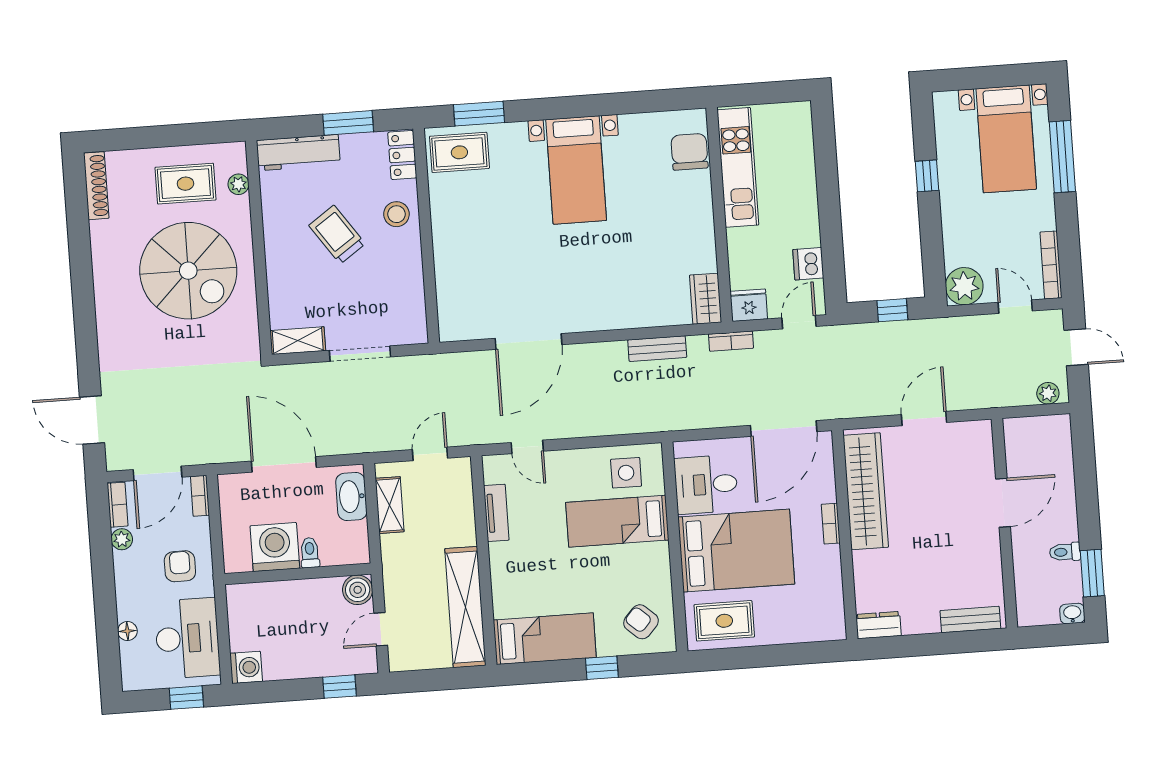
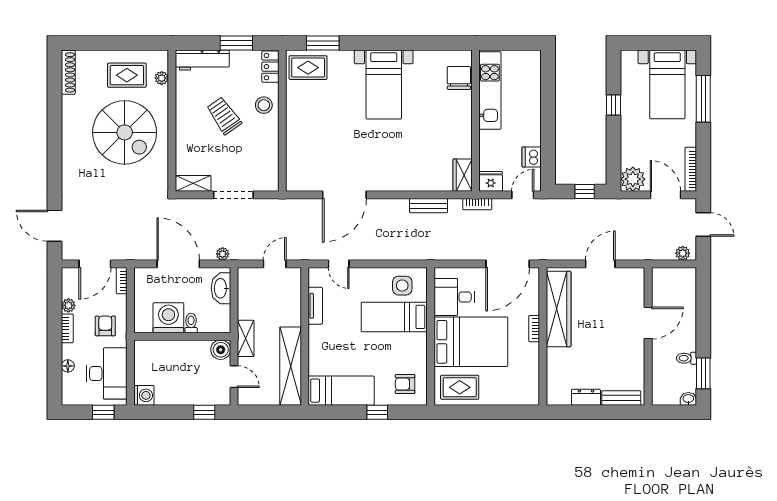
door: (1015, 307) -> (665, 195), width x1.38
plant: (350, 444) -> (223, 254), added
bookcase: (118, 505) -> (67, 328), moved
shelving: (390, 505) -> (246, 338), moved
armchair: (641, 622) -> (405, 384), turned -42
dresser: (879, 625) -> (586, 397), moved
door: (381, 629) -> (234, 377), swing flipped

